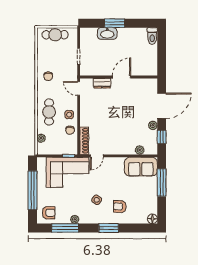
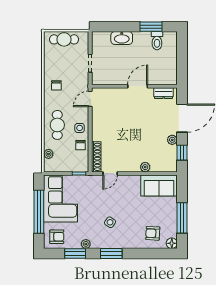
window: (115, 23) -> (151, 27), moved
toilet: (152, 36) -> (157, 41), moved
dresser: (102, 83) -> (164, 93), moved
door: (79, 88) -> (90, 99), hinge flipped
plant: (140, 150) -> (145, 167), moved
corner sofa: (68, 172) -> (60, 199), moved, turned -90
window: (162, 183) -> (182, 218), moved
armchair: (120, 207) -> (153, 233), moved
window: (65, 228) -> (75, 253), width x0.69
window: (109, 228) -> (111, 253), moved

